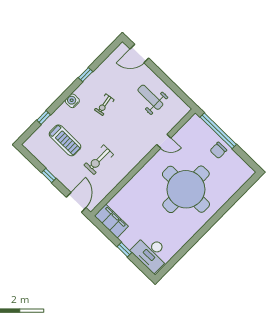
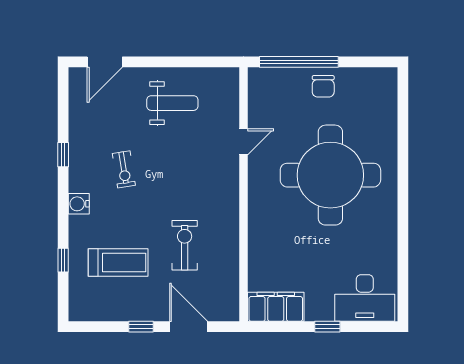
weight bench: (150, 97) -> (172, 103), turned 180
exercise bike: (99, 160) -> (185, 245), turned 180
door: (76, 202) -> (189, 327), moved

